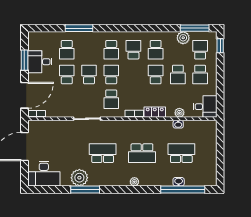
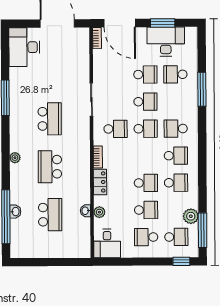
school desk: (156, 50) -> (176, 183), turned 180
desk: (40, 62) -> (166, 42), width x1.37
school desk: (178, 74) -> (146, 210), turned 180
school desk: (111, 99) -> (115, 129), turned 180
plant: (79, 178) -> (20, 91), removed

